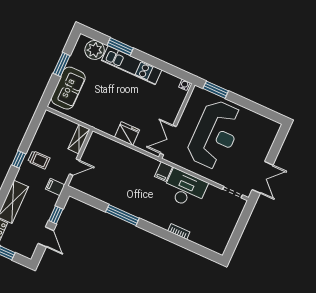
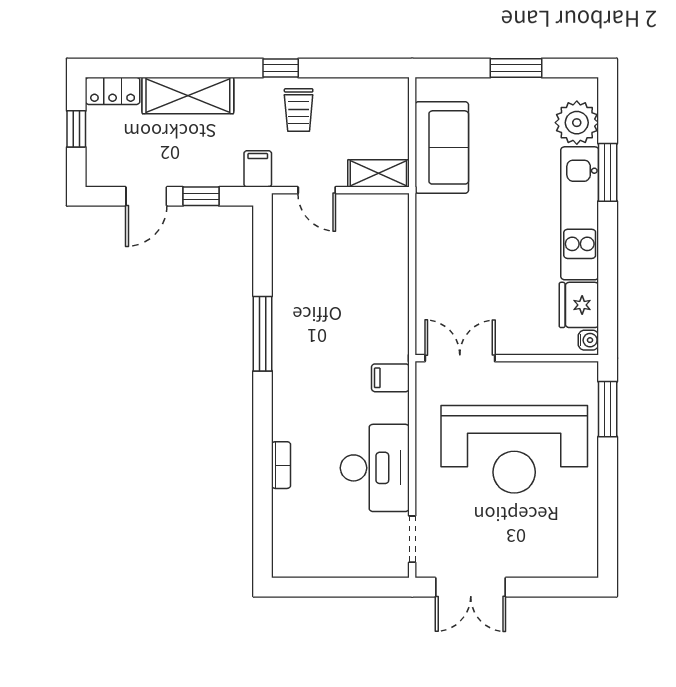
sofa: (68, 88) -> (442, 147), moved, turned -90
fridge: (127, 134) -> (579, 305), moved, turned 180
desk: (185, 189) -> (375, 468), moved

